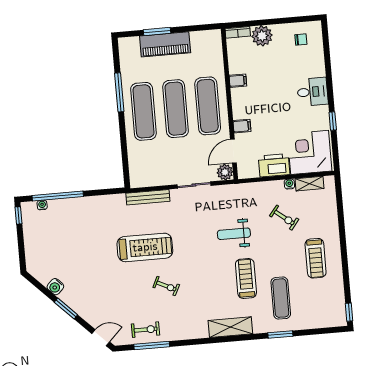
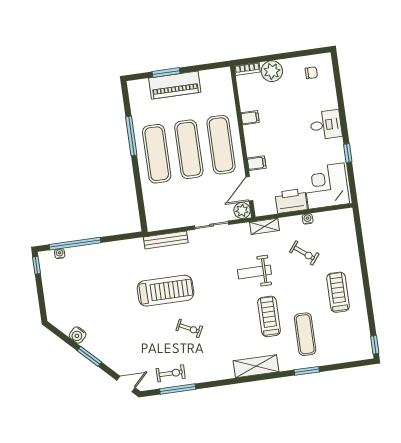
shelving: (309, 184) -> (265, 226), moved
treadmill: (316, 258) -> (338, 292), turned 180

